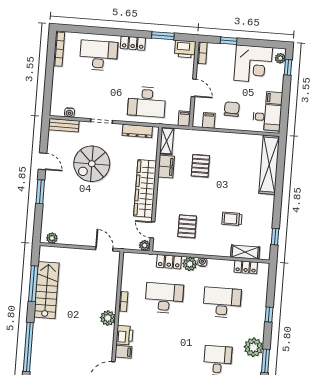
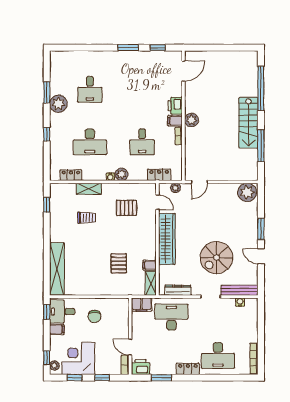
window: (259, 43) -> (75, 378), added
door: (194, 88) -> (130, 347), moved
window: (284, 118) -> (47, 312), added
filing cabinet: (184, 119) -> (142, 305), width x2.00
filing cabinet: (209, 120) -> (114, 305), removed
bench: (64, 125) -> (240, 290), width x1.36
spiral stairs: (92, 164) -> (216, 258), turned 180
filing cabinet: (166, 167) -> (150, 265), width x0.50
pallet: (187, 226) -> (126, 208), turned 90
plant: (52, 238) -> (247, 192), width x1.87, depth x1.87
plant: (145, 245) -> (175, 188), moved
door: (104, 249) -> (199, 182), hinge flipped
shelving: (245, 252) -> (89, 189), moved
locker: (169, 262) -> (159, 175), moved
stairs: (47, 290) -> (248, 123), moved
desk: (164, 298) -> (142, 142), width x0.73
filing cabinet: (123, 352) -> (175, 121), moved

